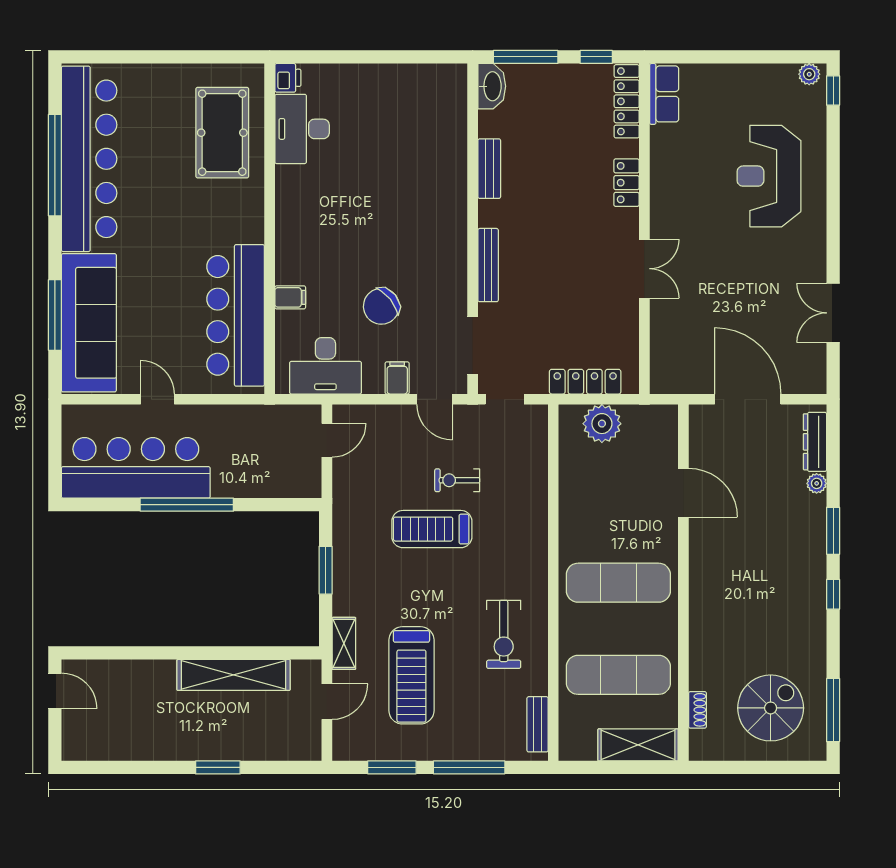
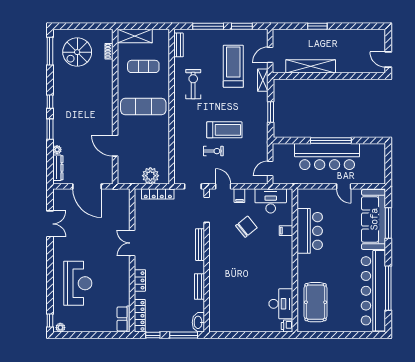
bar counter: (236, 315) -> (310, 231), width x0.73
bar counter: (136, 468) -> (327, 156), moved
exercise mat: (618, 675) -> (143, 66), width x0.73, depth x0.69

